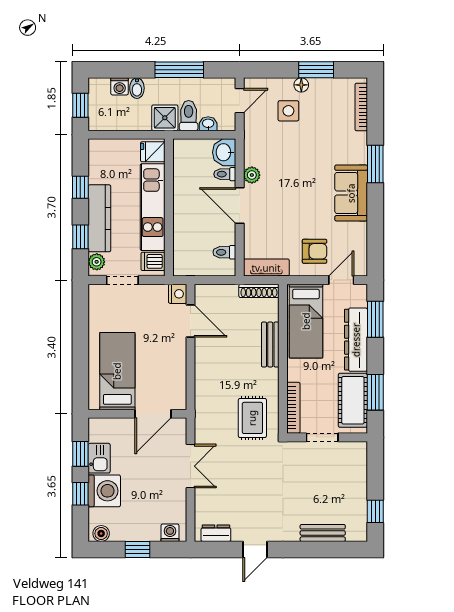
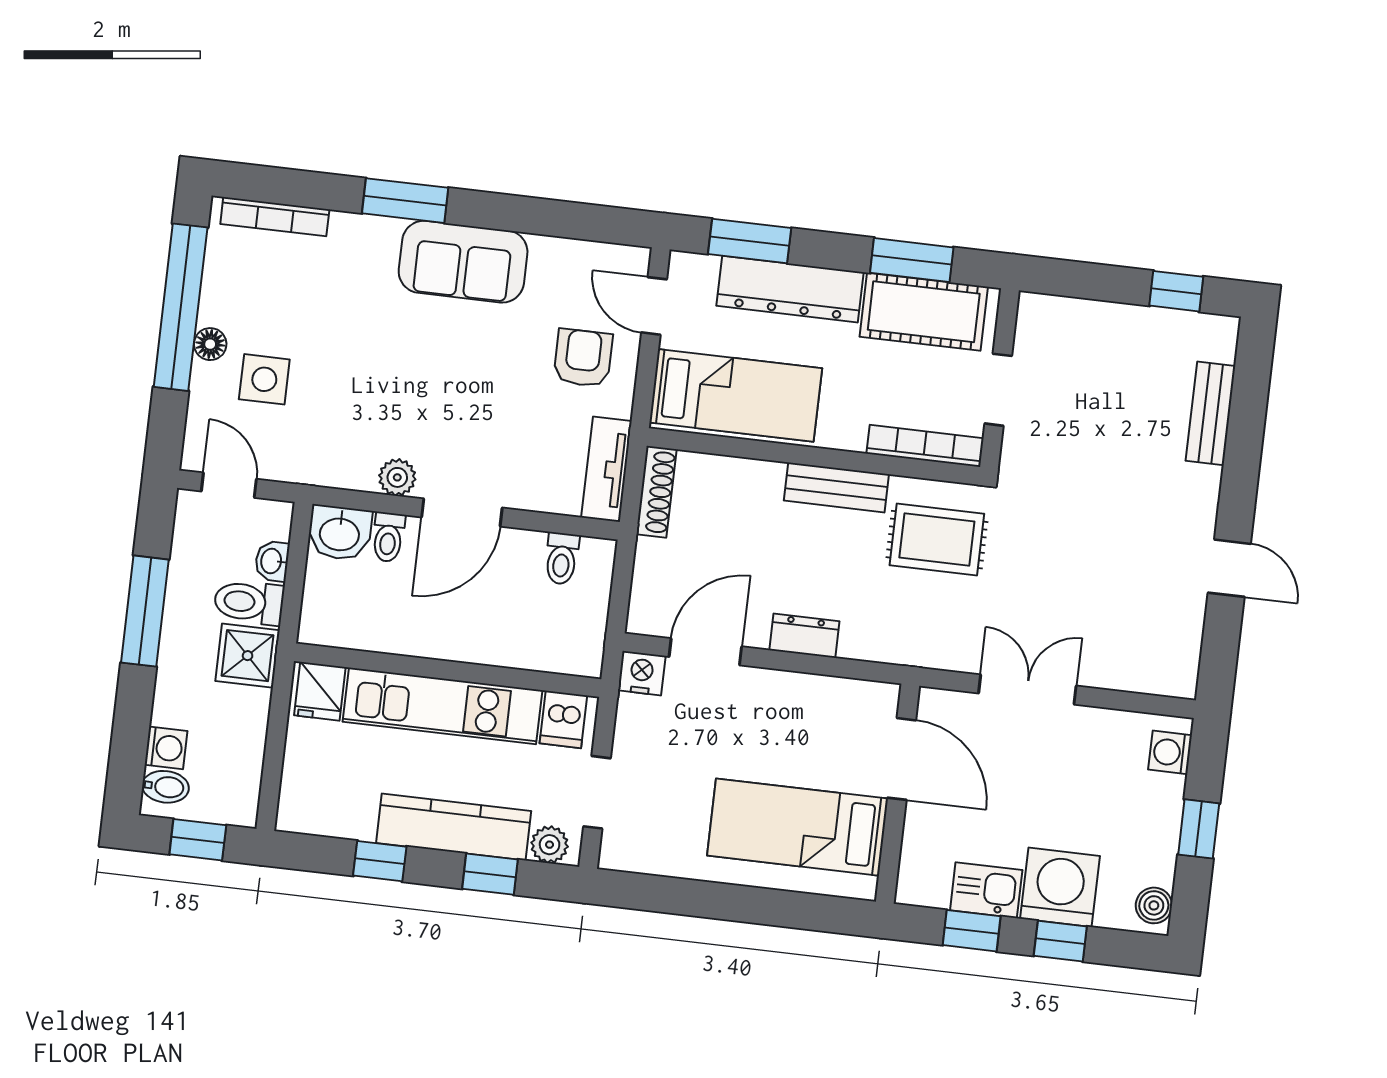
window: (316, 70) -> (181, 307), width x2.11
bidet: (137, 88) -> (165, 787), moved
bench: (270, 344) -> (836, 487), moved
dresser: (216, 533) -> (804, 636), moved, turned 90

